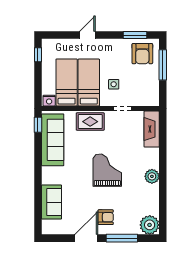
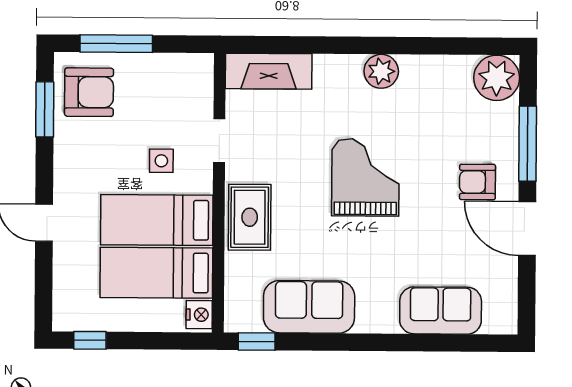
sofa: (53, 140) -> (309, 307), width x0.73
grand piano: (107, 170) -> (365, 177), turned 90
armchair: (106, 217) -> (477, 182), turned -90

